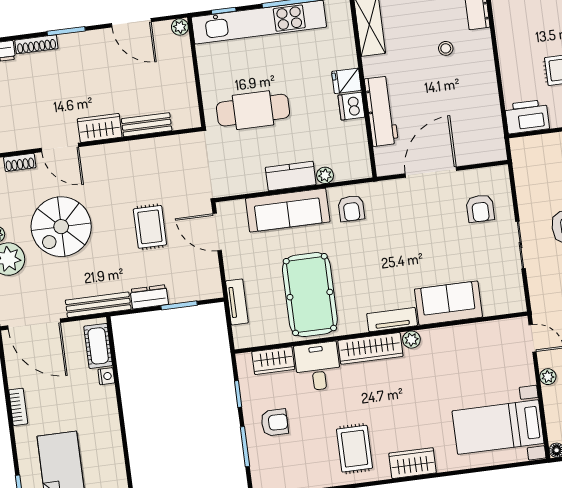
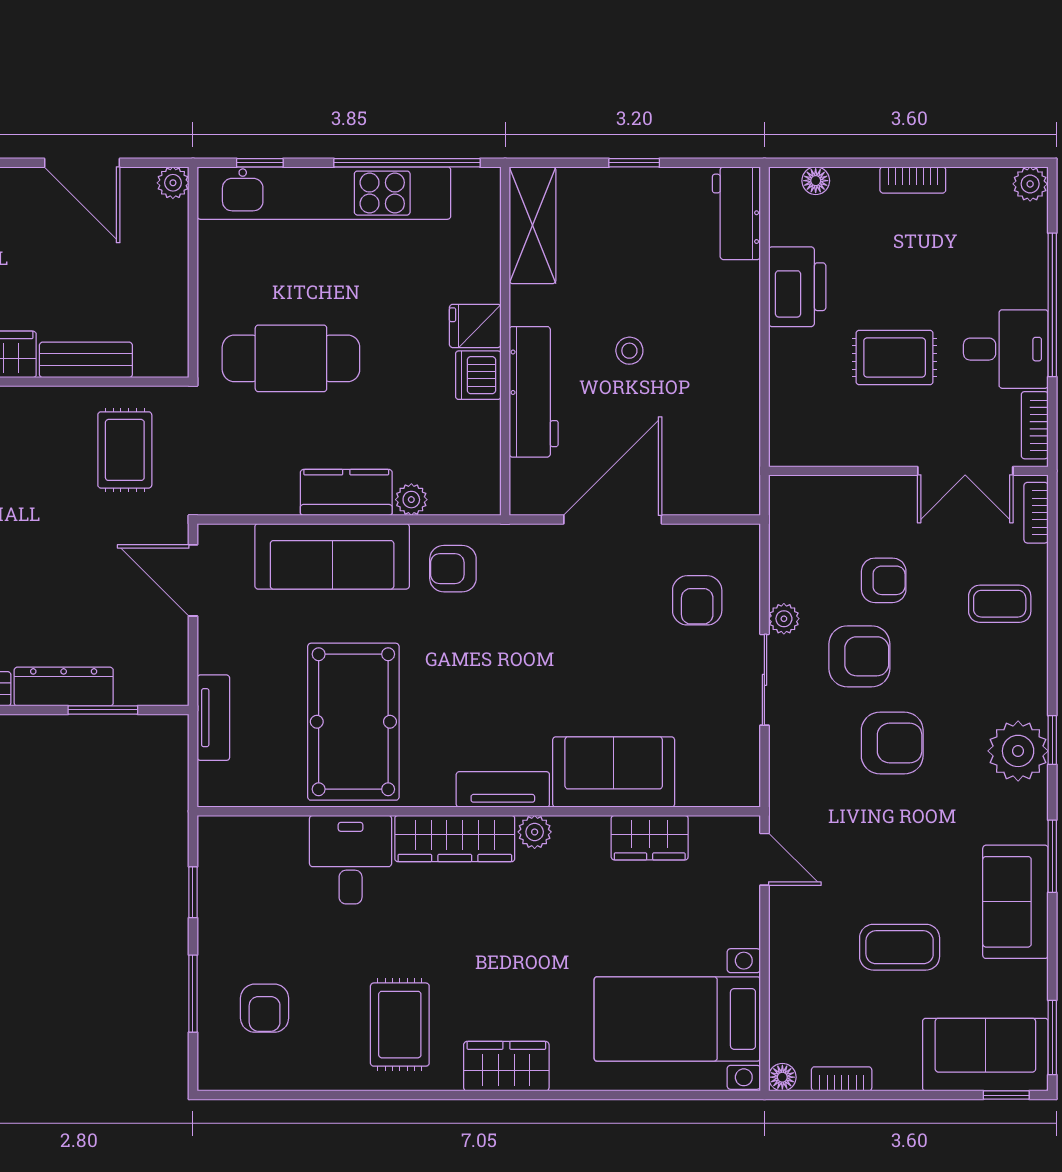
stool: (446, 48) -> (629, 351), moved
printer: (527, 117) -> (797, 287), moved, turned 90
armchair: (351, 208) -> (453, 569), turned 90
rug: (150, 227) -> (125, 450), moved
dresser: (149, 297) -> (64, 687), width x1.44
wardrobe: (273, 361) -> (650, 838), moved
plant: (548, 377) -> (784, 619), moved
armchair: (275, 423) -> (265, 1008), moved, turned 90

